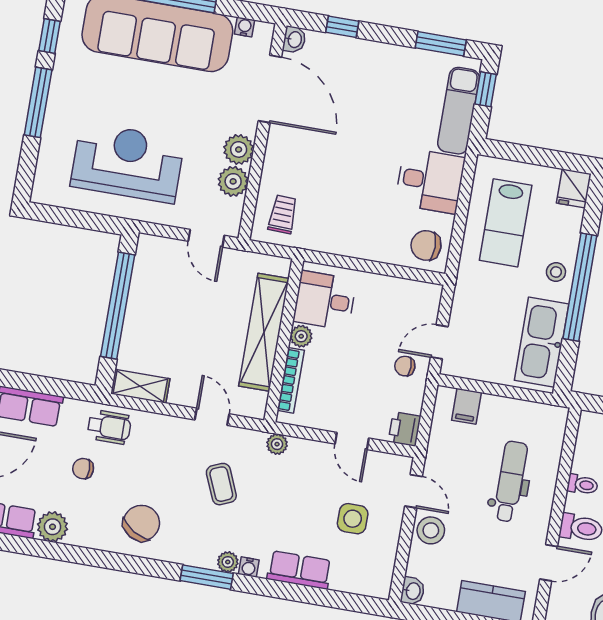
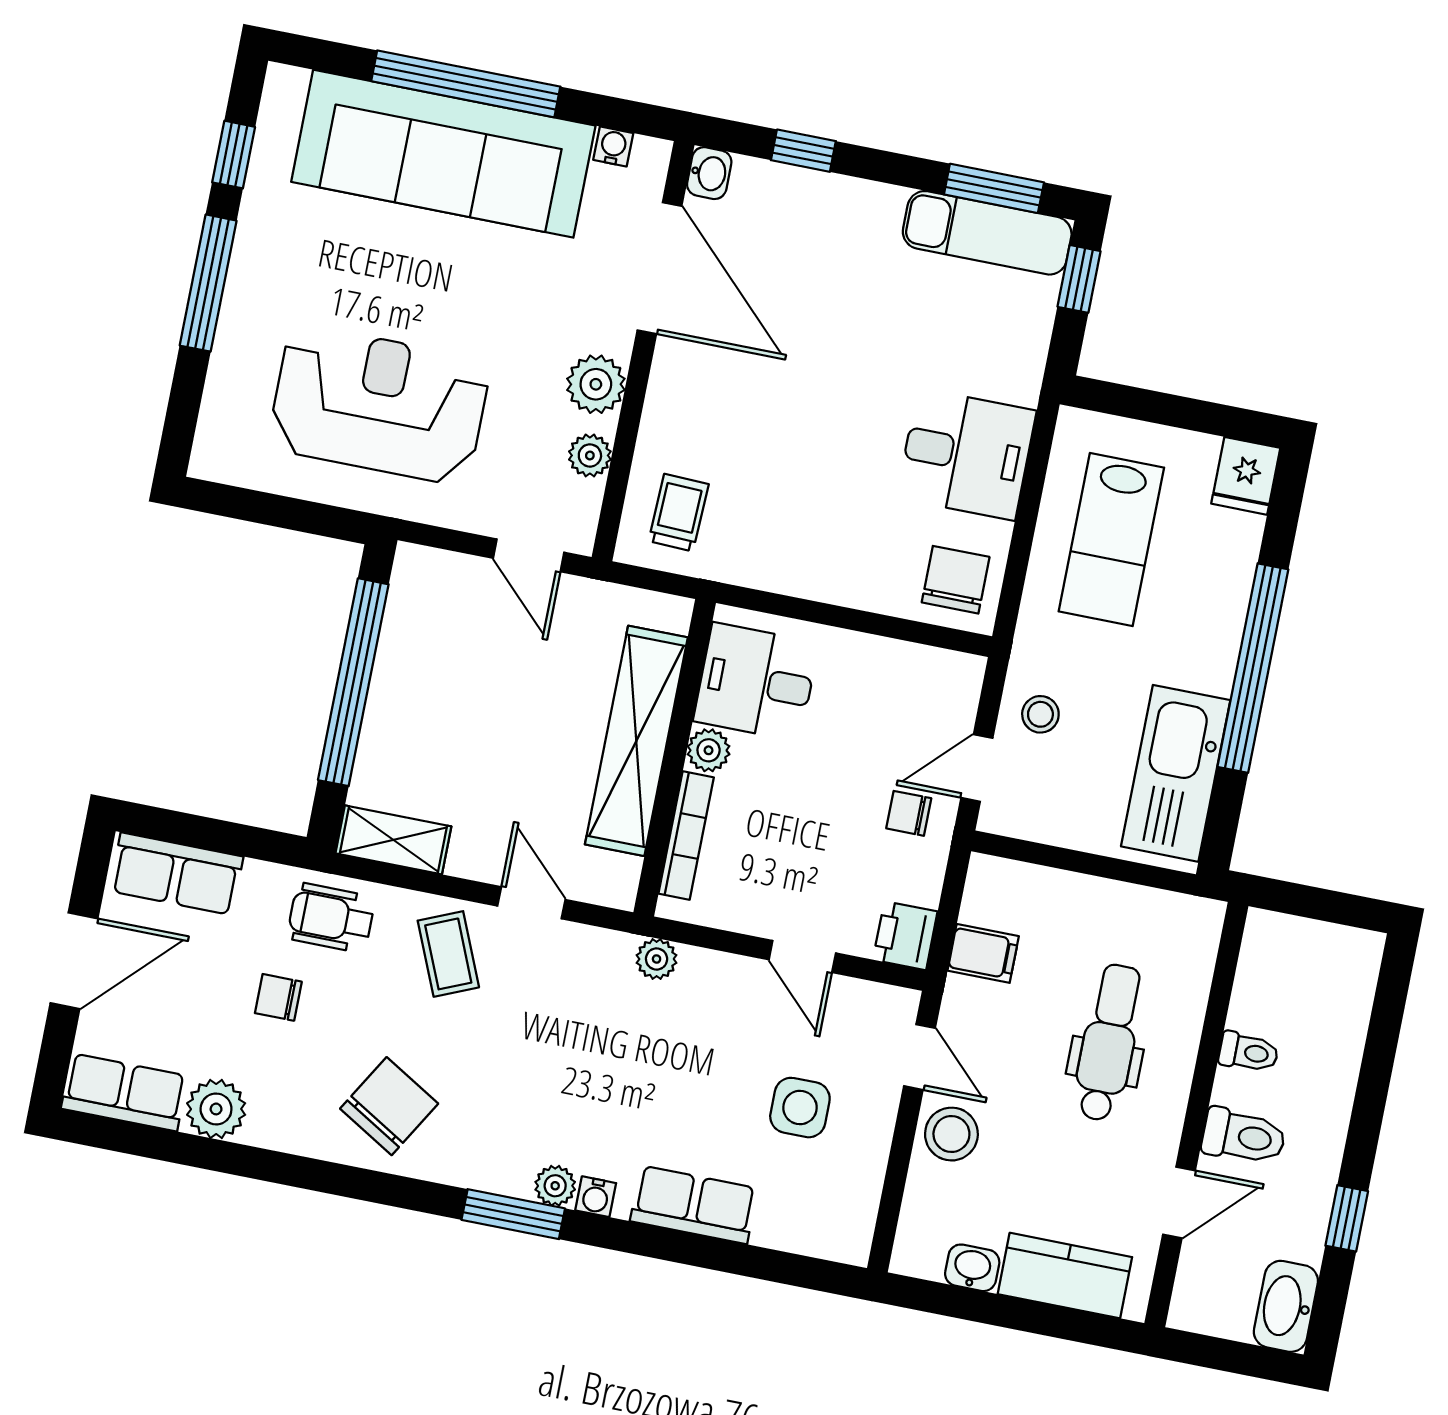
exam couch: (459, 111) -> (987, 233), moved, turned -90
plant: (233, 181) -> (590, 455), width x0.73, depth x0.73
chair: (426, 245) -> (956, 580), turned 90
stool: (556, 272) -> (1040, 714), moved
filing cabinet: (466, 406) -> (983, 953), moved, turned -90
wheelchair: (109, 427) -> (331, 918), turned 180
coffee table: (221, 484) -> (448, 954), moved
washbasin: (413, 591) -> (972, 1268), moved, turned -90

